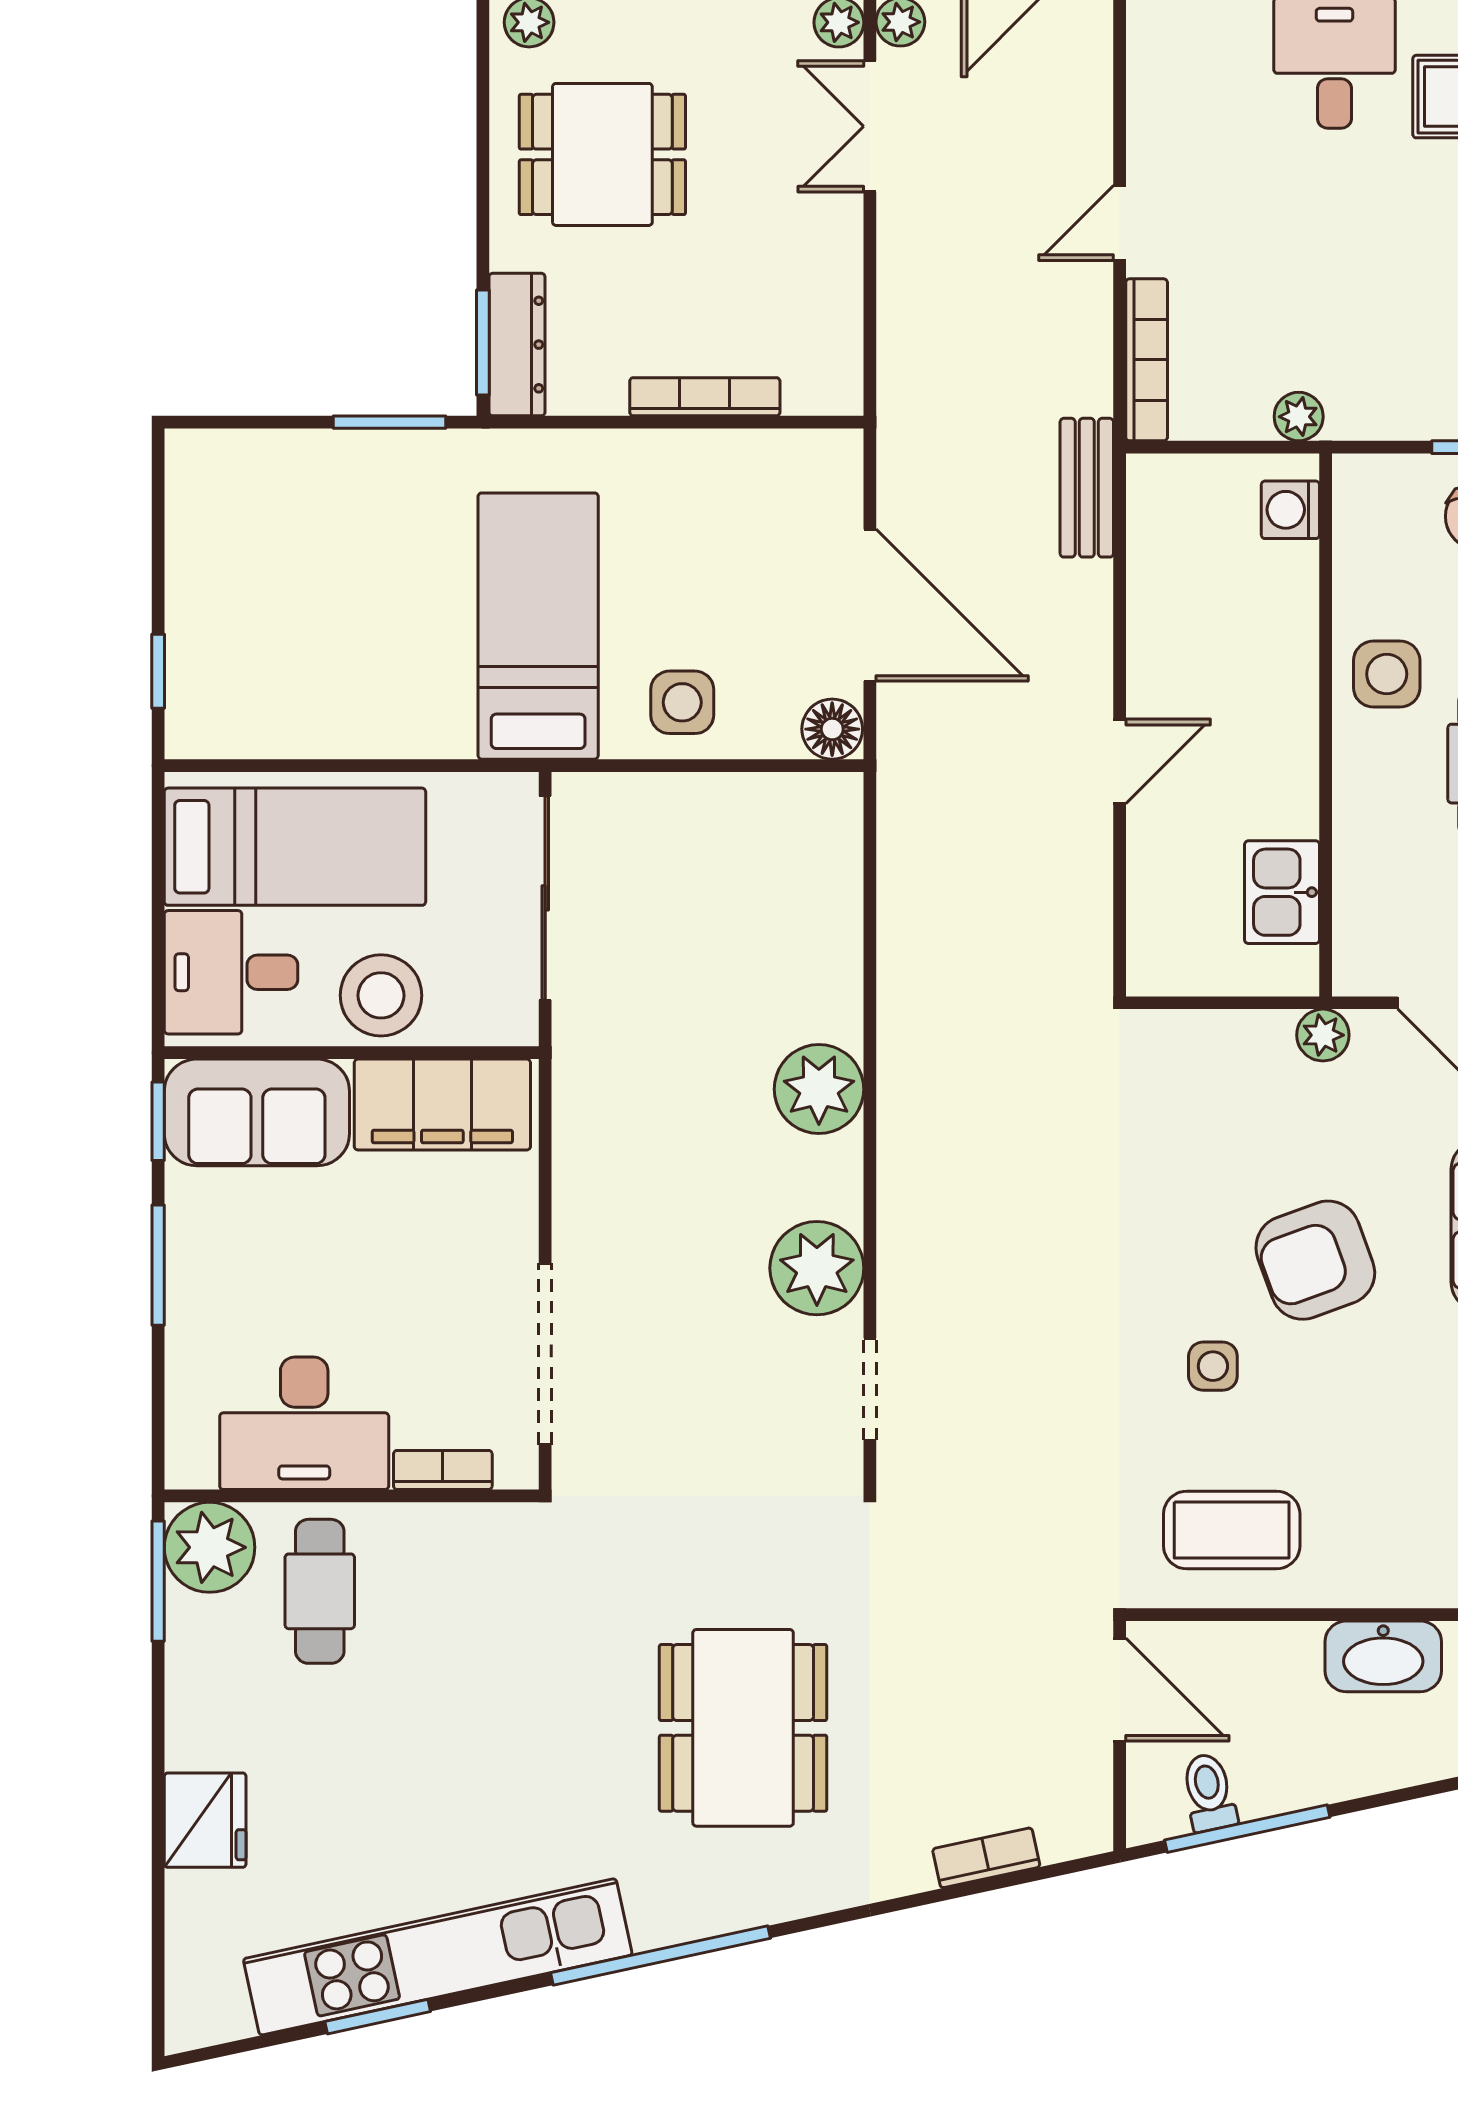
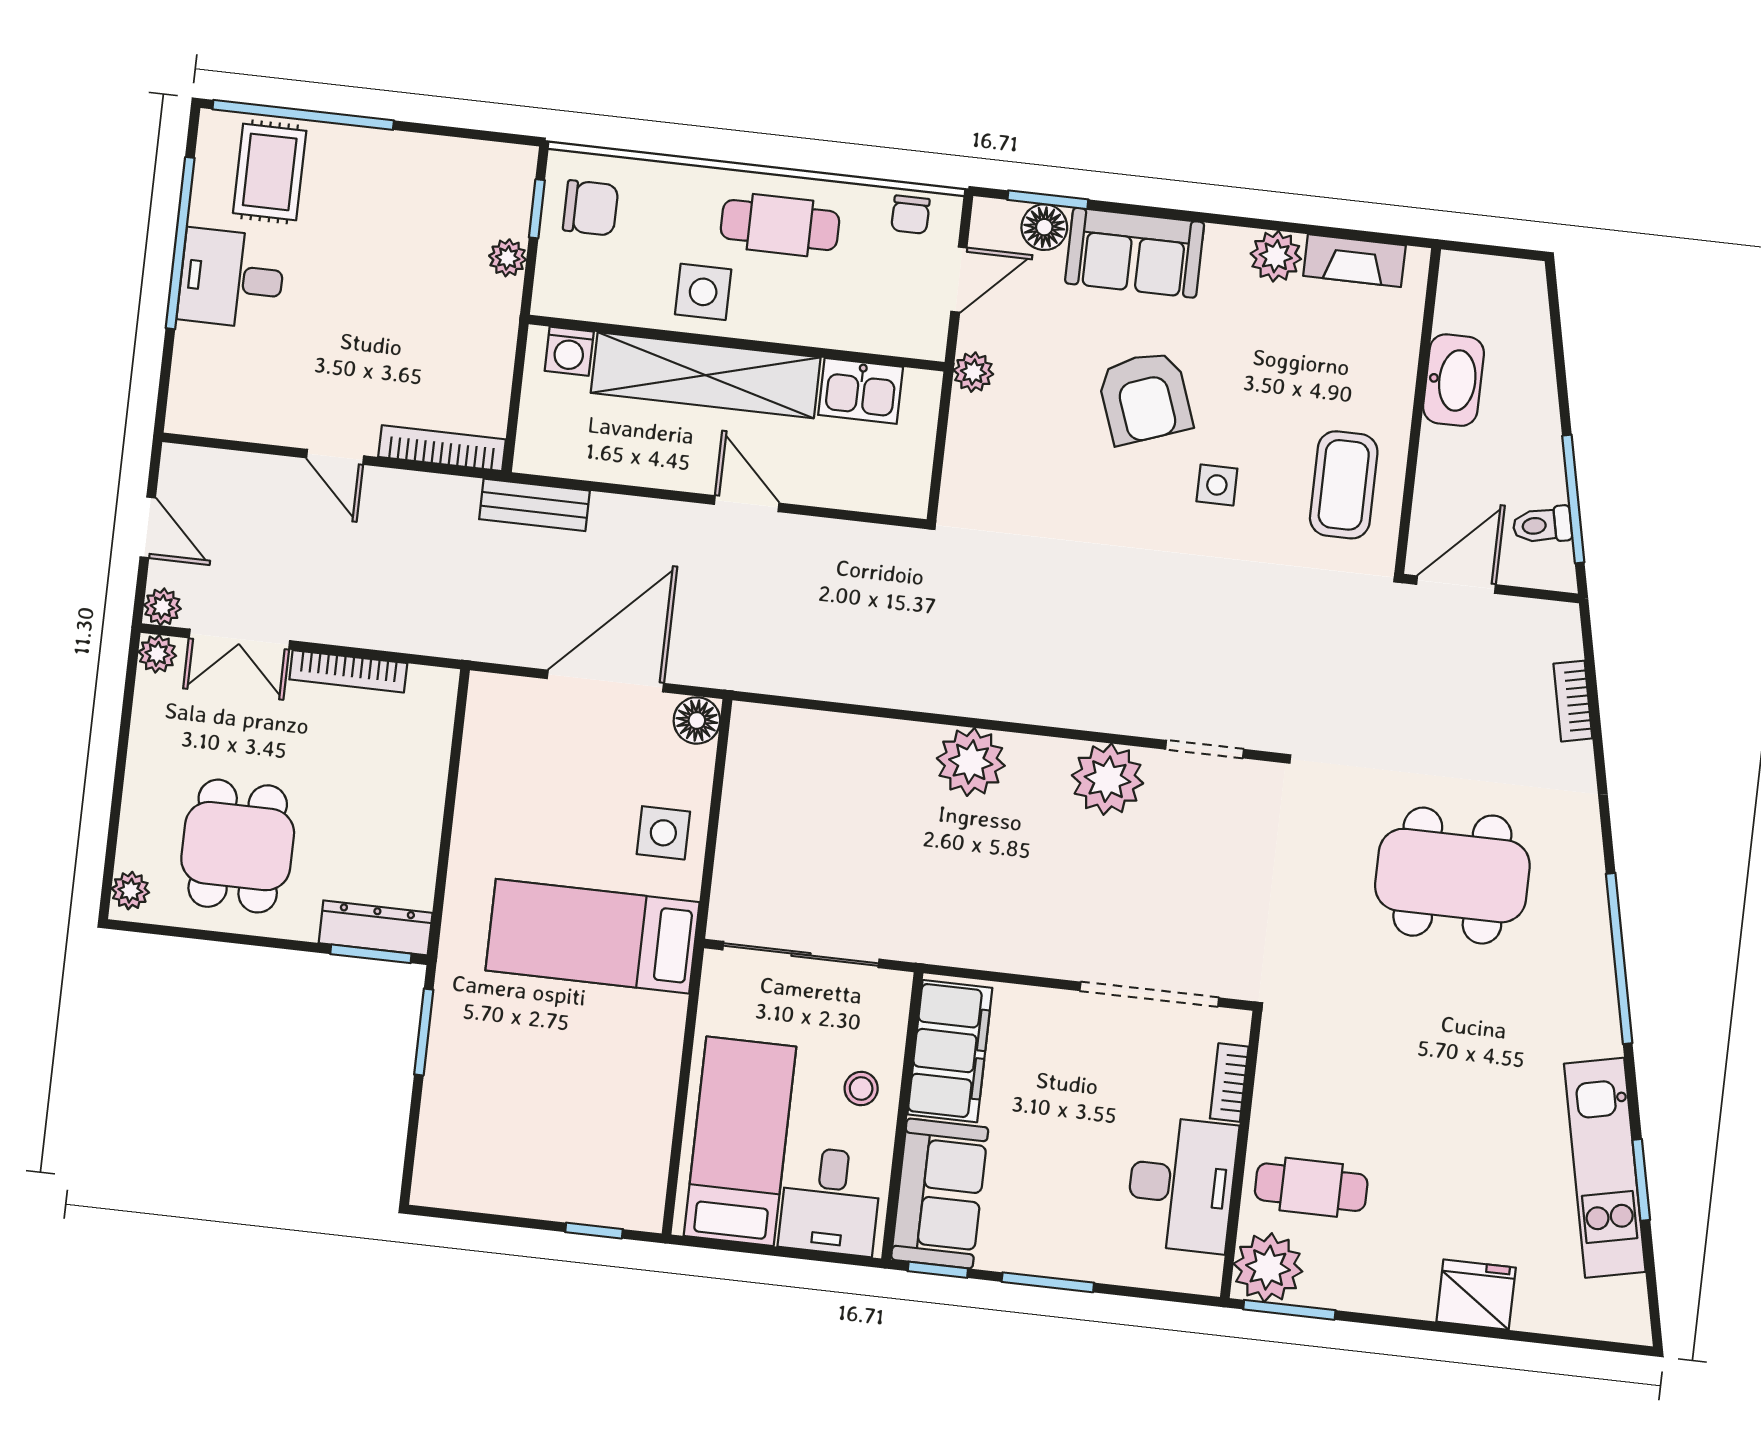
bookcase: (705, 397) -> (348, 671), moved, turned -90
plant: (1299, 417) -> (508, 258), moved
shelving: (1279, 690) -> (706, 375), added
stool: (381, 995) -> (861, 1089), width x0.53, depth x0.53
kitchen unit: (438, 1957) -> (1605, 1168), width x0.73

